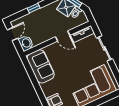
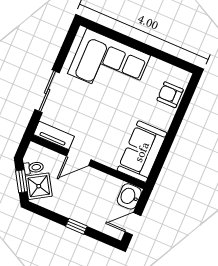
door: (63, 36) -> (79, 158), swing flipped

